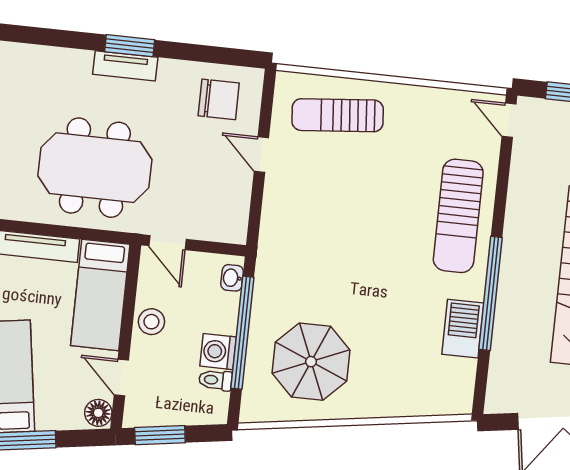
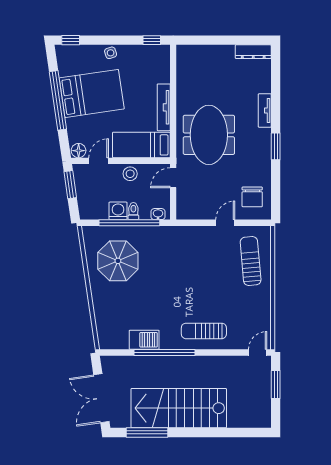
tv unit: (125, 66) -> (265, 110), moved
sun lounger: (458, 216) -> (204, 331), width x0.73, depth x0.75
toilet: (215, 380) -> (133, 211), moved

